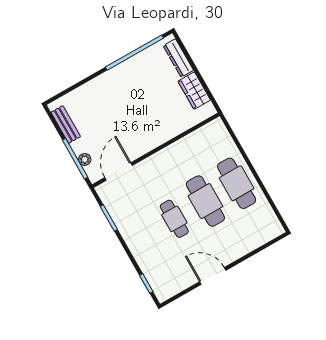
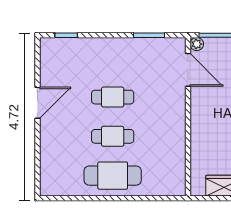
plant: (85, 159) -> (197, 44), moved
cafe table: (205, 201) -> (113, 136), width x0.73, depth x0.74

